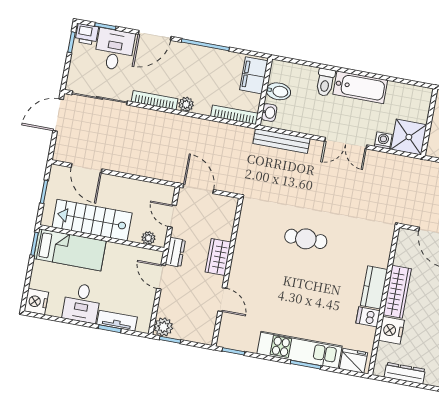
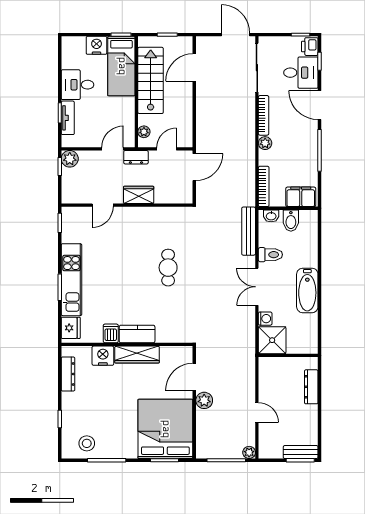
toilet: (325, 82) -> (270, 255), moved, turned 180
nightstand: (36, 302) -> (97, 45), moved

